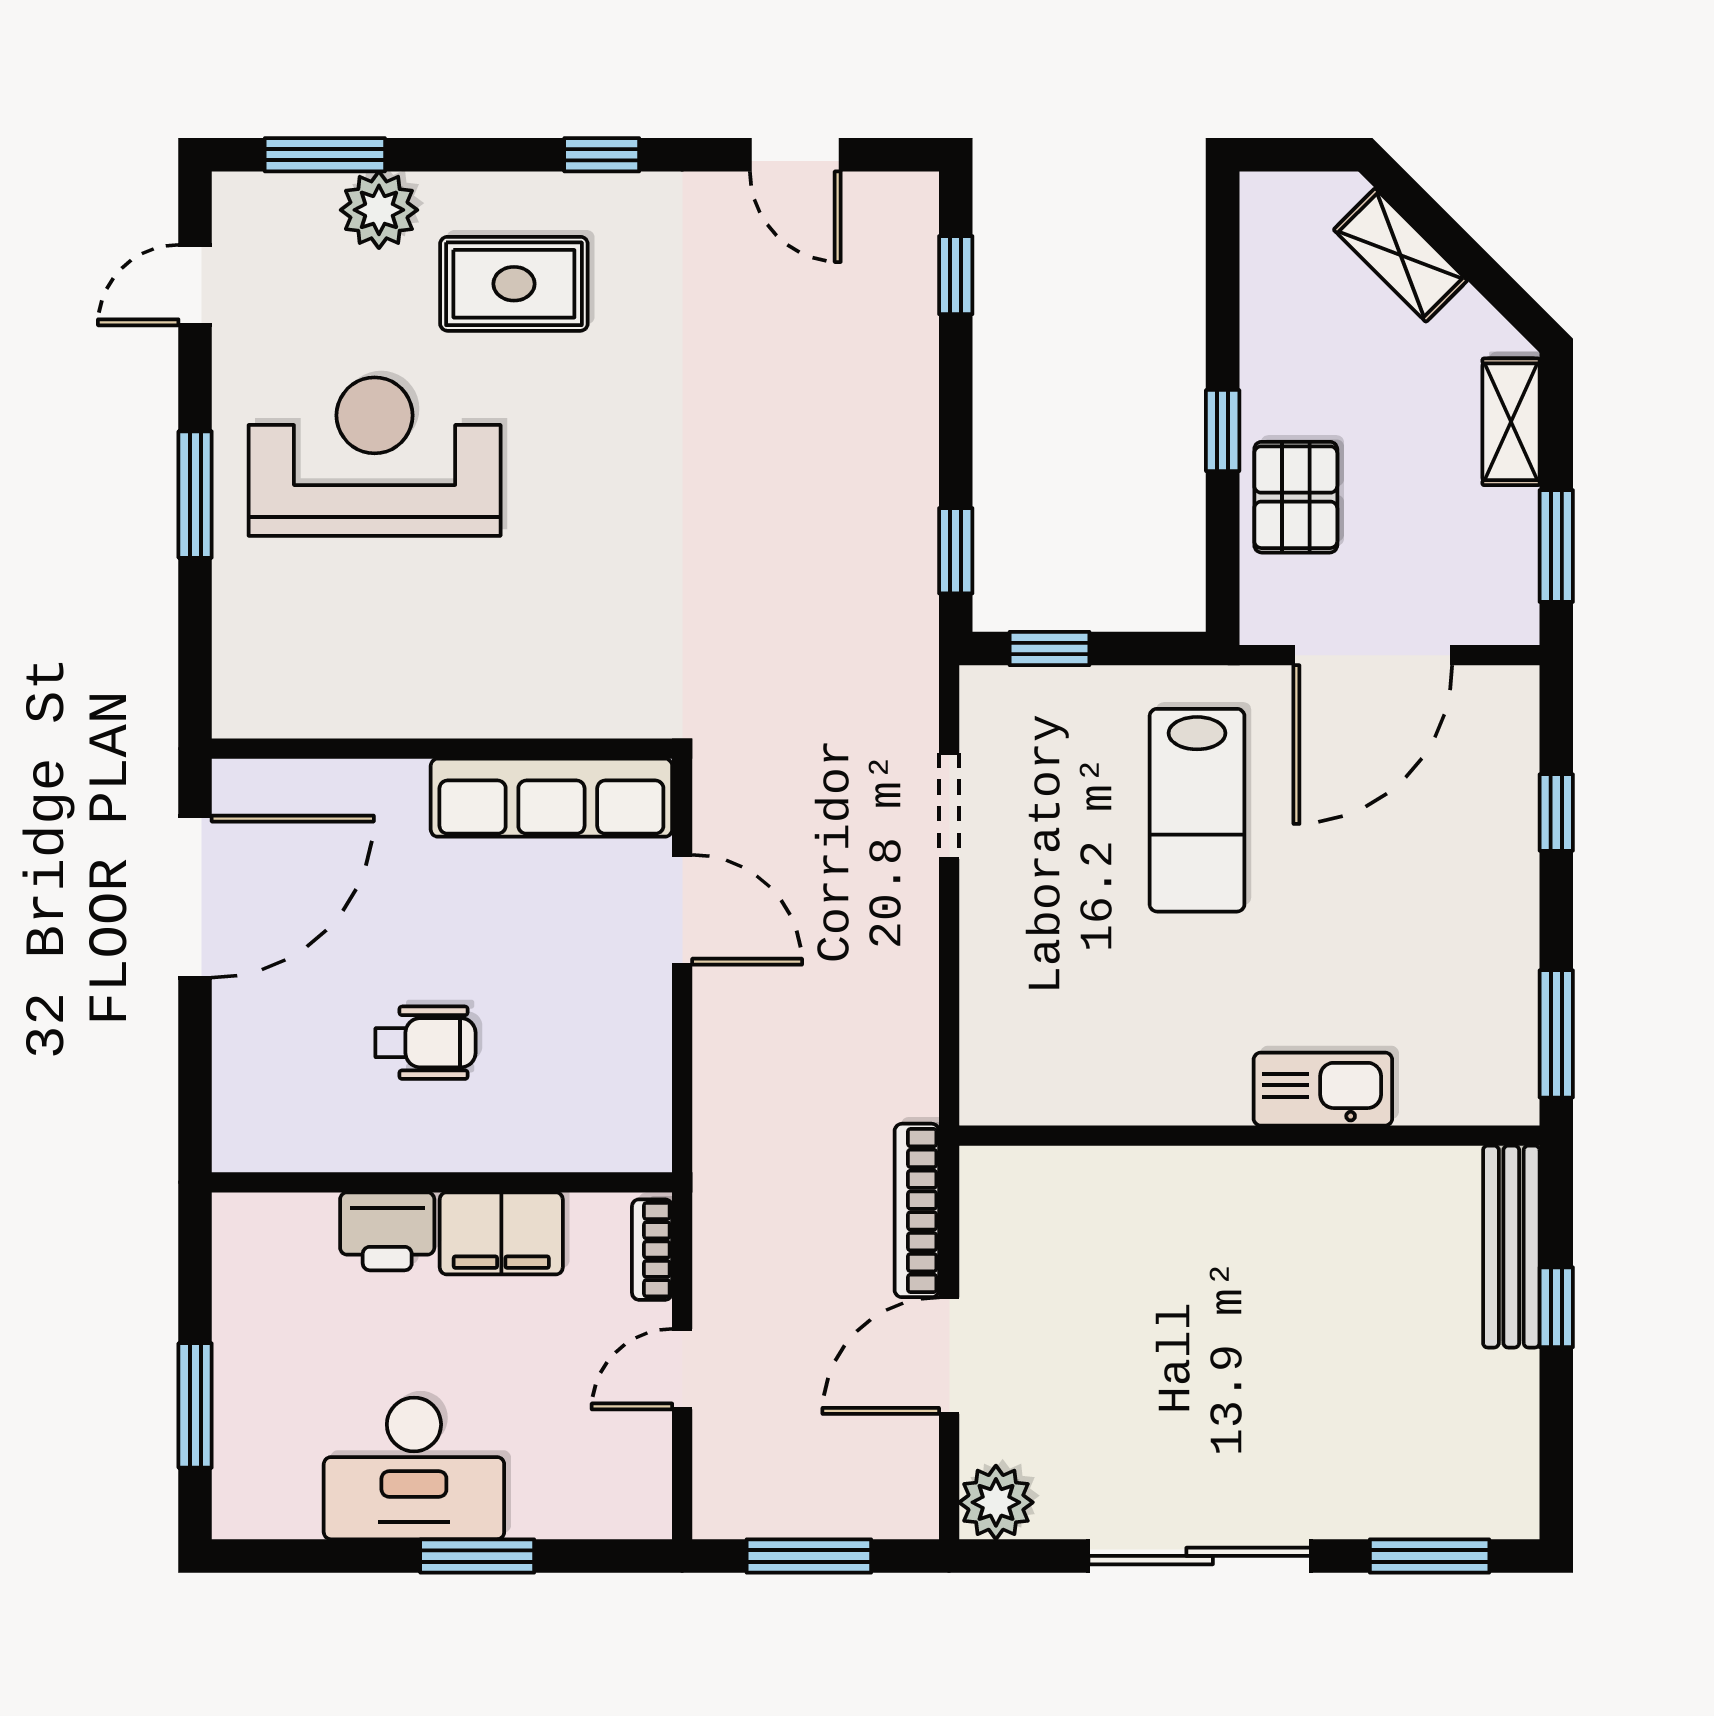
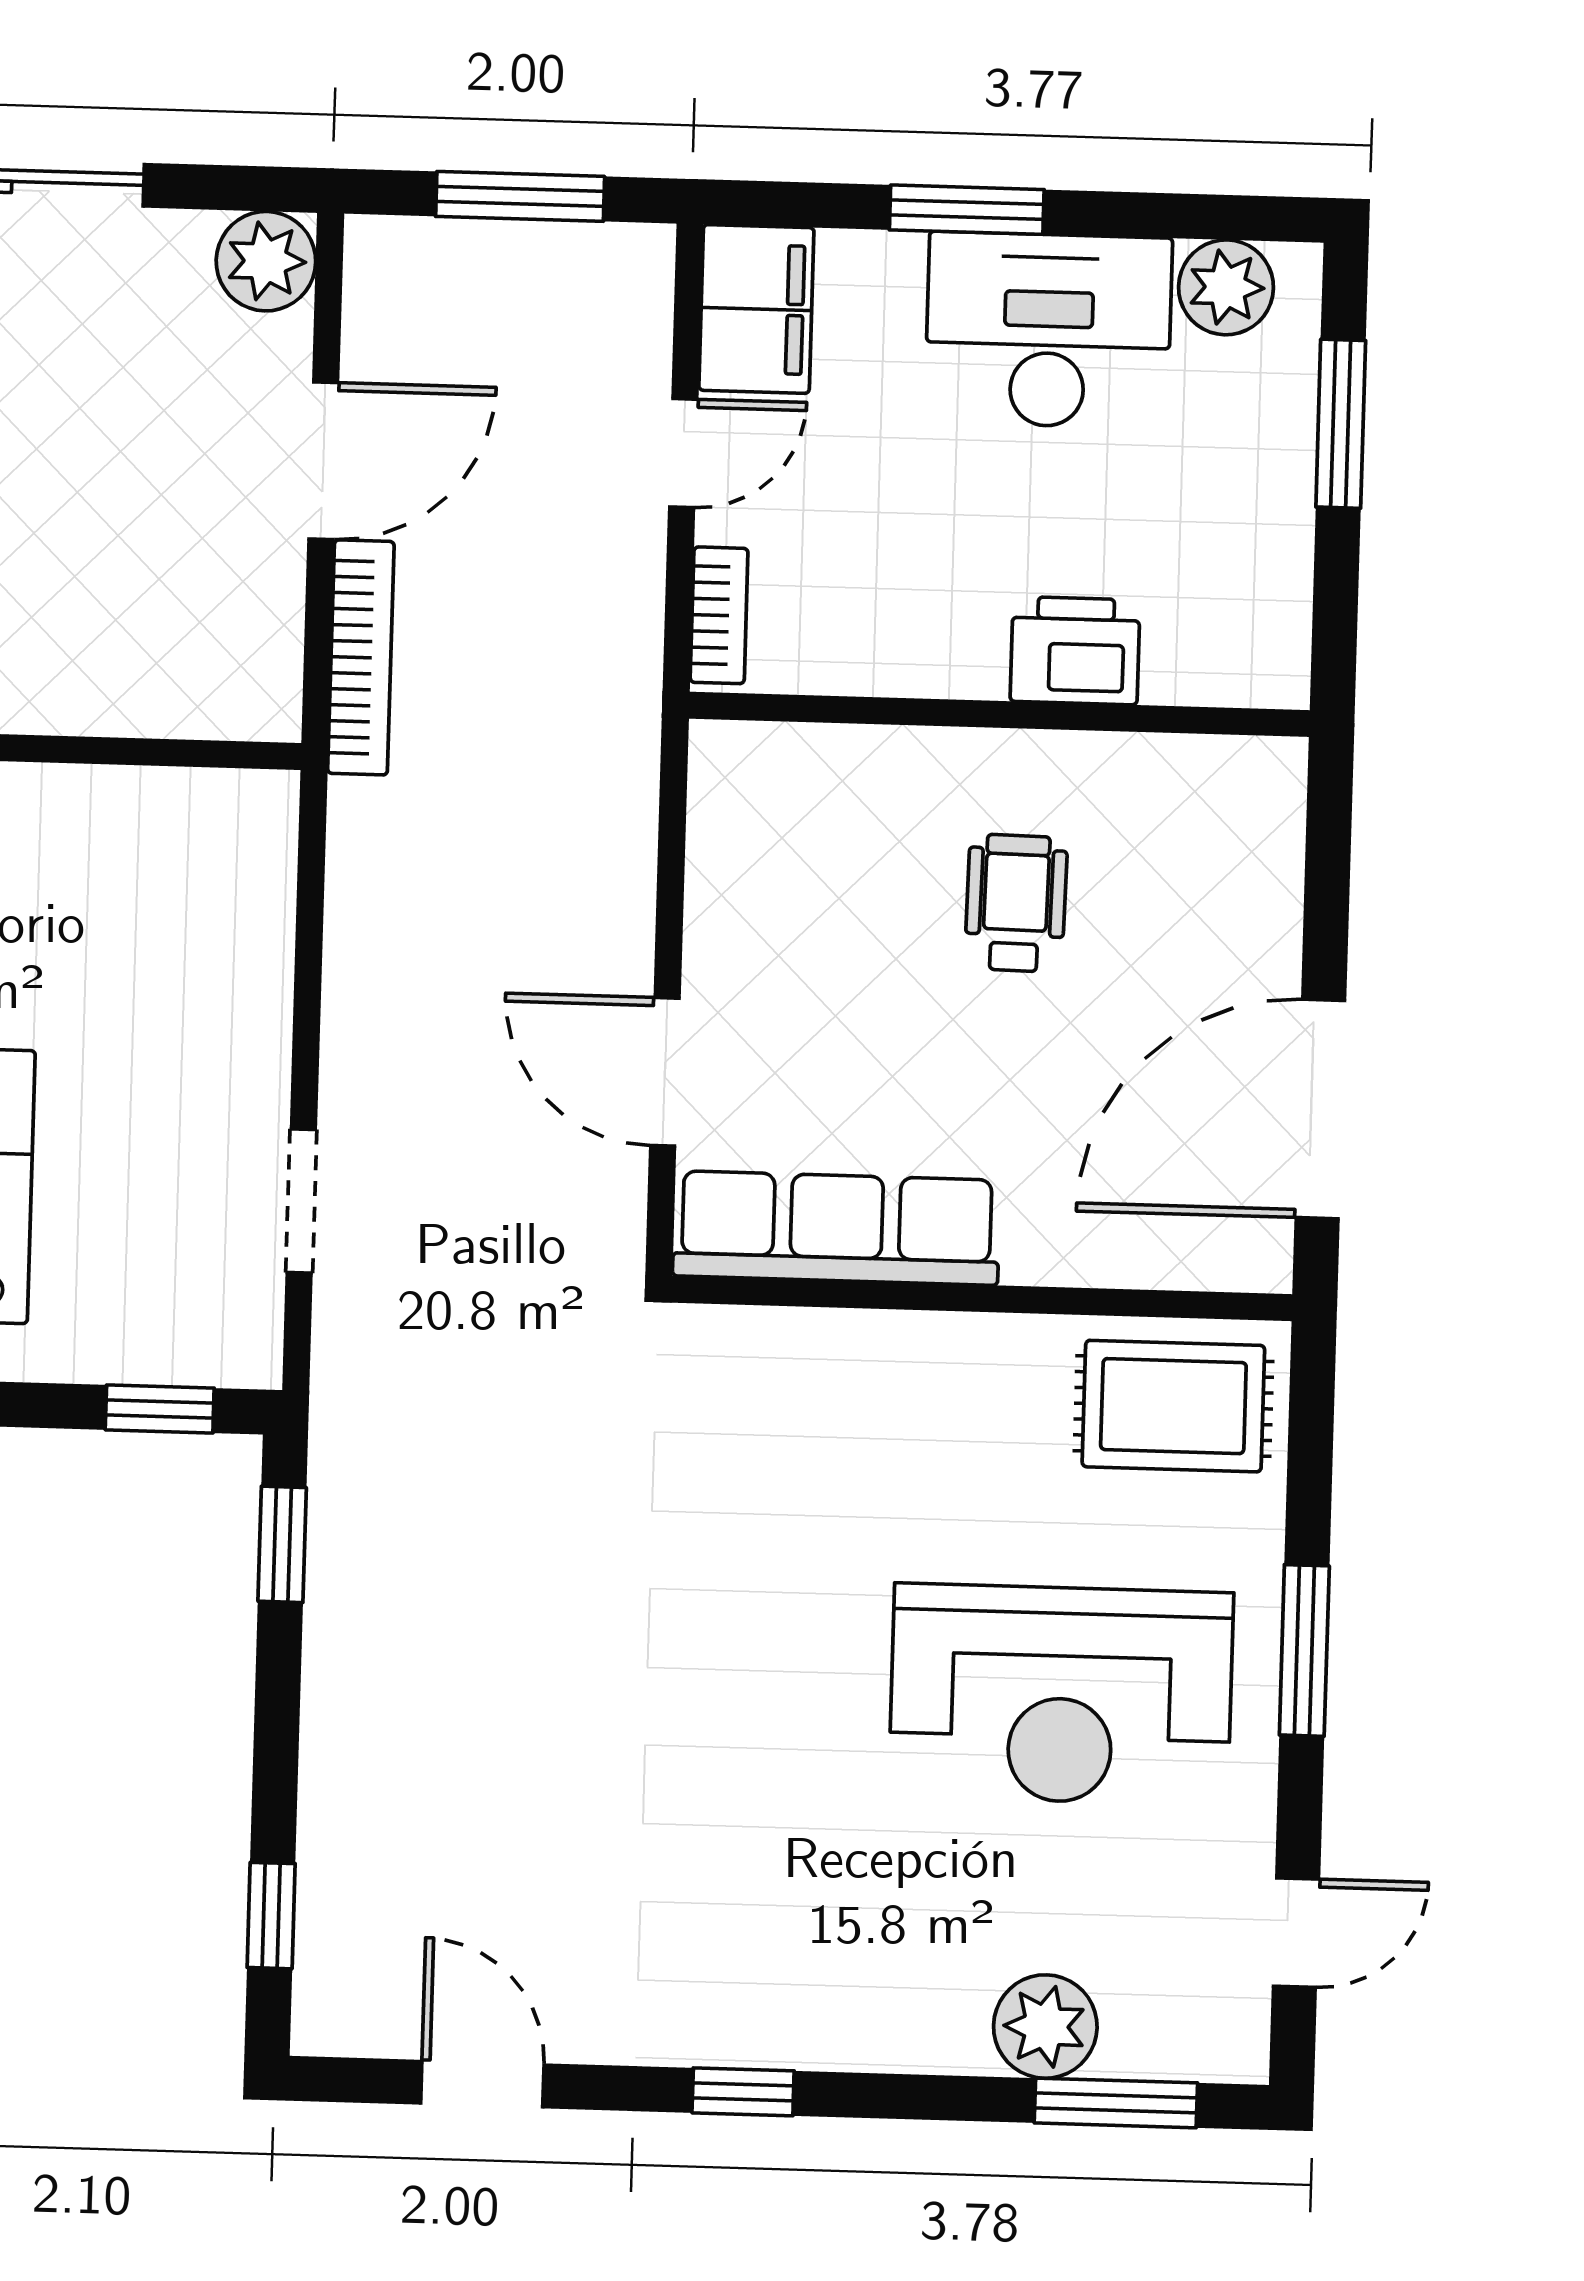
rug: (514, 284) -> (1173, 1406), moved
wheelchair: (425, 1043) -> (1016, 903), turned 91
filing cabinet: (501, 1233) -> (756, 309), moved, turned 90
plant: (283, 1504) -> (1226, 287), added

